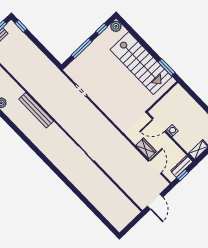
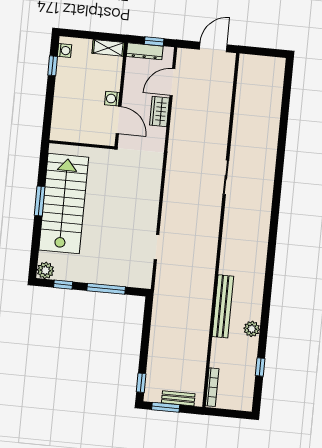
window: (167, 67) -> (40, 201), moved
bench: (36, 110) -> (223, 306), moved

